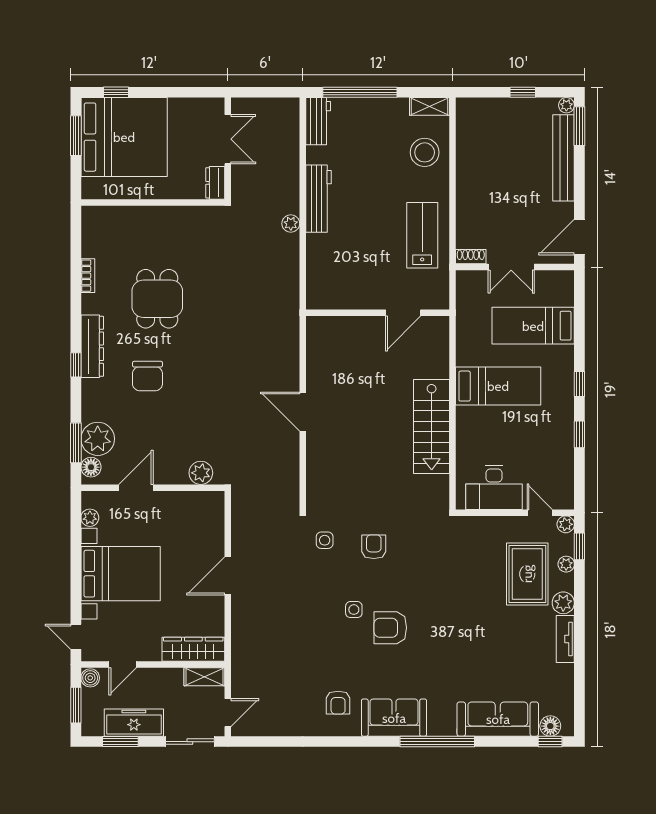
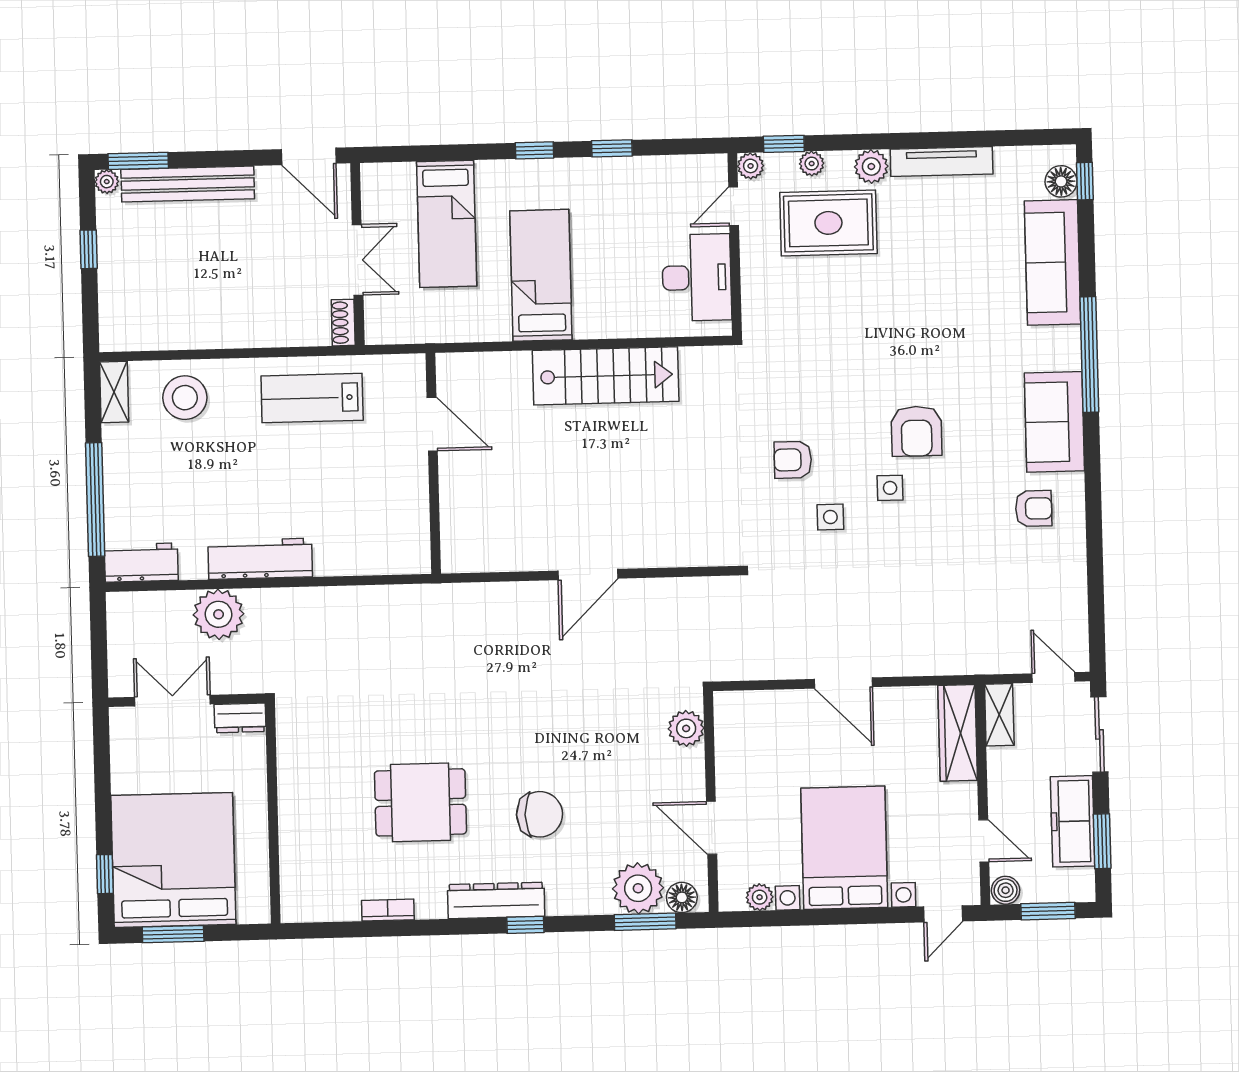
plant: (291, 224) -> (219, 614), moved, width x1.88, depth x1.88
side table: (325, 540) -> (830, 517), moved
tv unit: (565, 639) -> (942, 162), width x1.41

